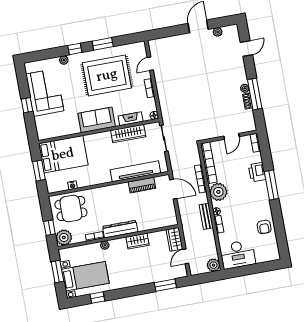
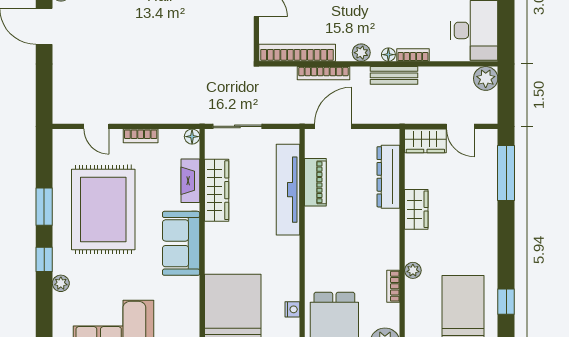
plant: (218, 192) -> (361, 53), width x0.53, depth x0.53
dresser: (120, 229) -> (388, 177), moved
window: (165, 285) -> (506, 173), width x1.44

